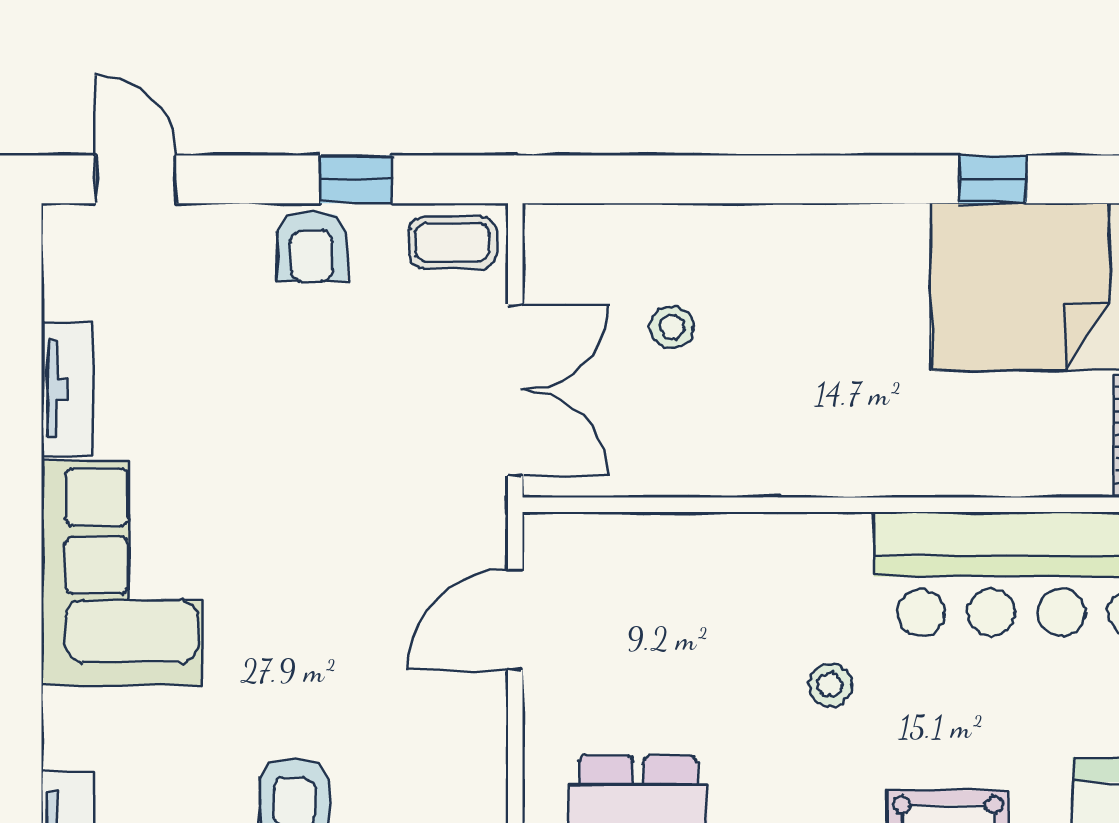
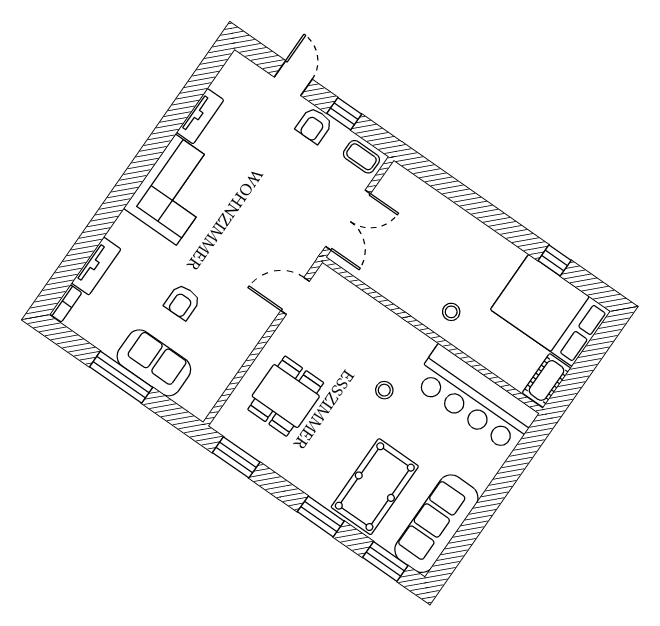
door: (136, 179) -> (293, 78), moved
stool: (672, 327) -> (451, 312), moved

